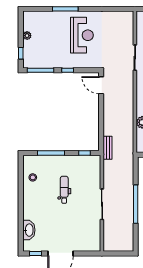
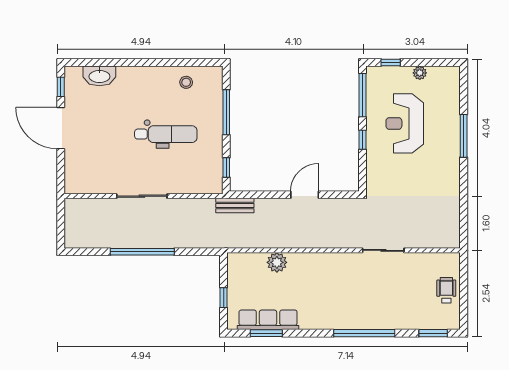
reception desk: (82, 35) -> (405, 123), moved, turned 90
door: (101, 85) -> (305, 195), moved
dental chair: (64, 190) -> (166, 134), width x1.36, depth x1.38

